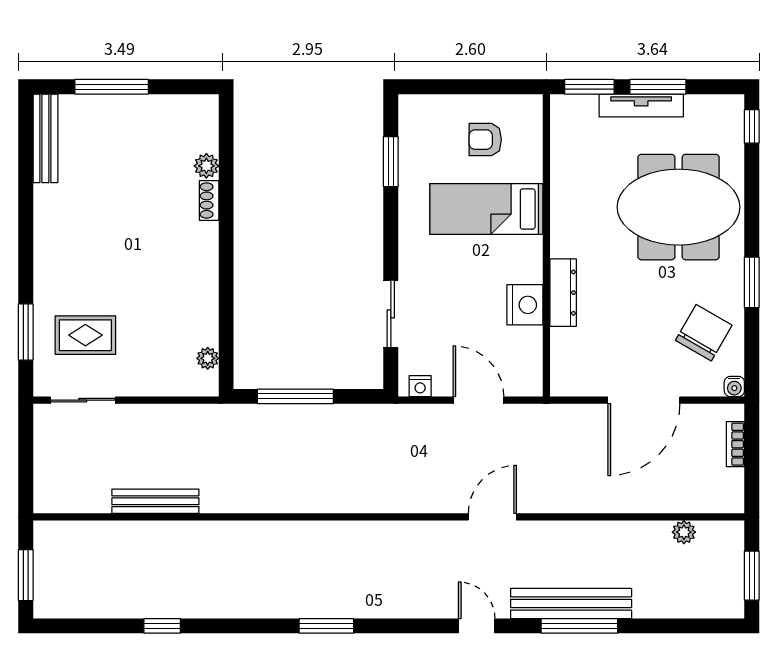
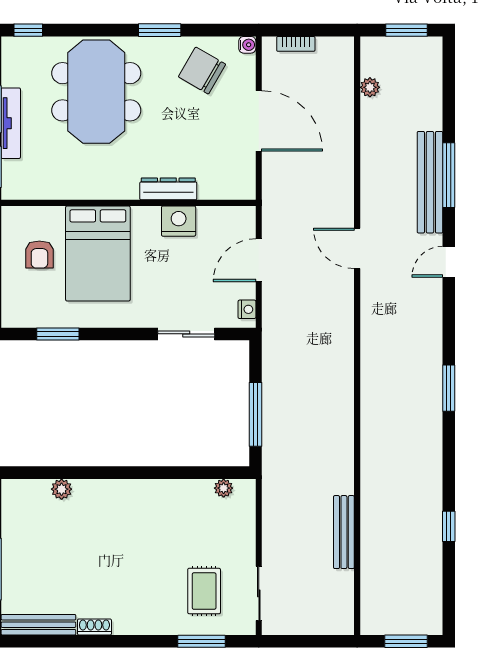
shoe rack: (209, 201) -> (94, 627), moved, turned 180
bed: (486, 209) -> (98, 254), width x1.50

